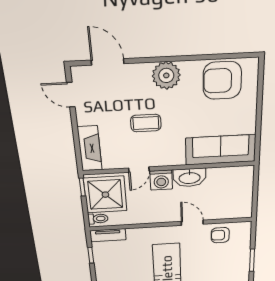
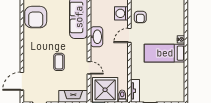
plant: (166, 75) -> (31, 49), removed
washing machine: (161, 180) -> (121, 13), moved, turned 180

